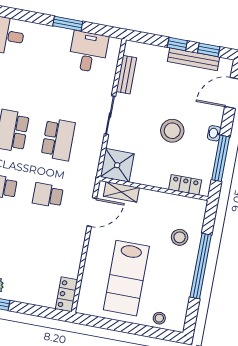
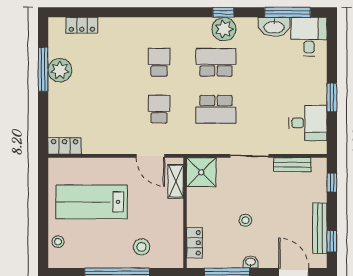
window: (177, 44) -> (332, 183), moved
stool: (172, 131) -> (245, 220), width x0.53, depth x0.53

